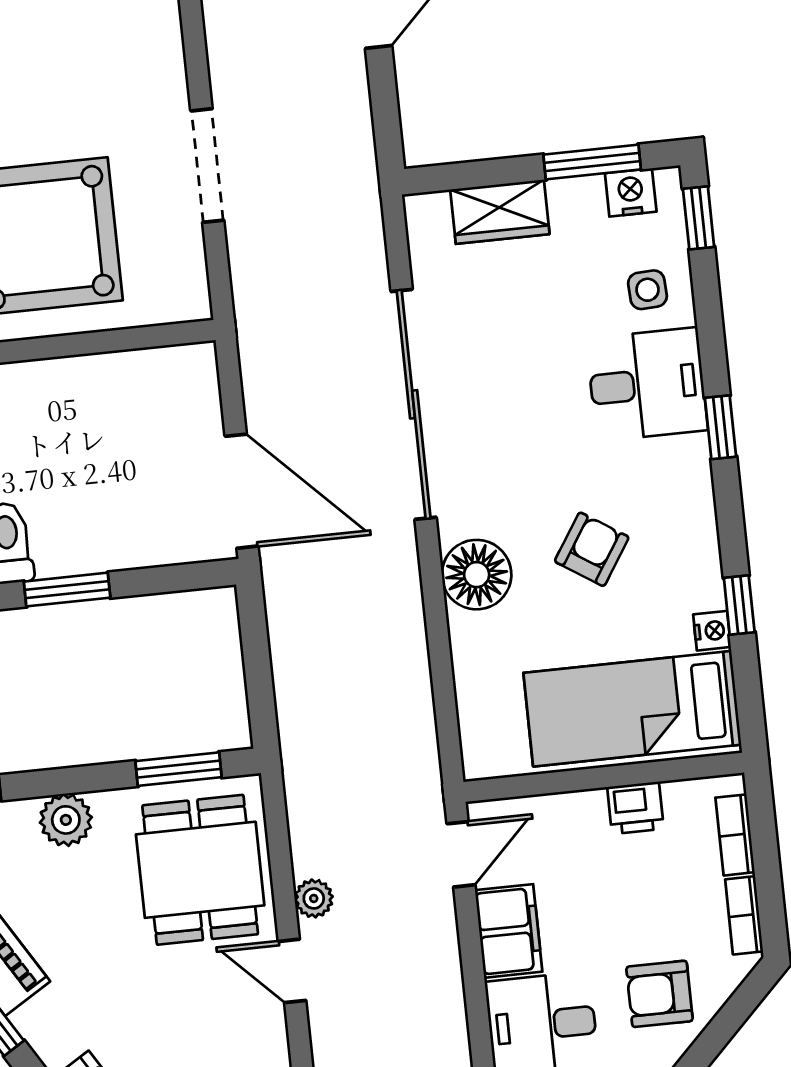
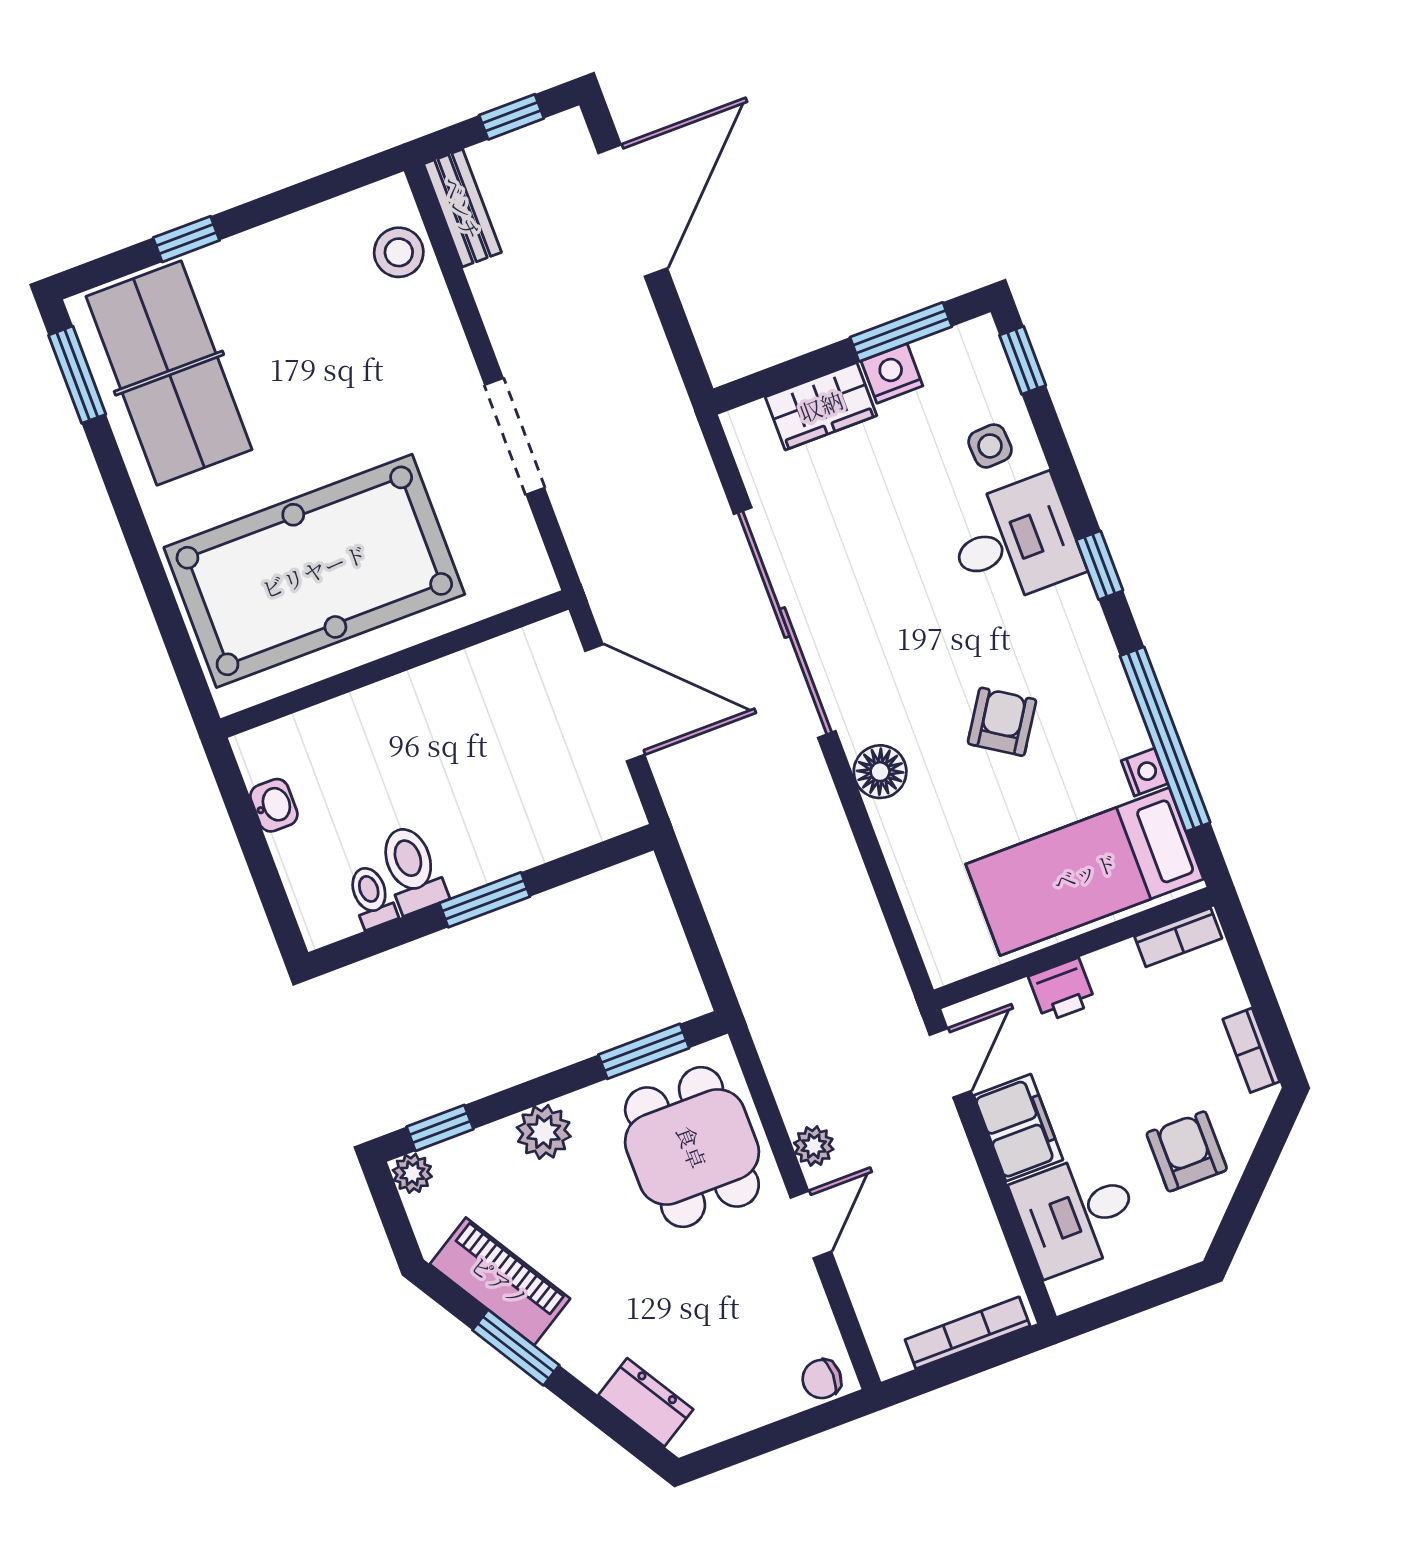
nightstand: (631, 192) -> (892, 373), moved
door: (242, 491) -> (615, 703), moved
floor lamp: (477, 575) -> (880, 772), width x0.73, depth x0.73
window: (739, 605) -> (1165, 739), width x3.17
printer: (635, 808) -> (1062, 990), moved
bookcase: (735, 835) -> (1178, 937), moved, turned -90
door: (292, 971) -> (811, 1225), swing flipped
armchair: (659, 994) -> (1187, 1151), turned 90

